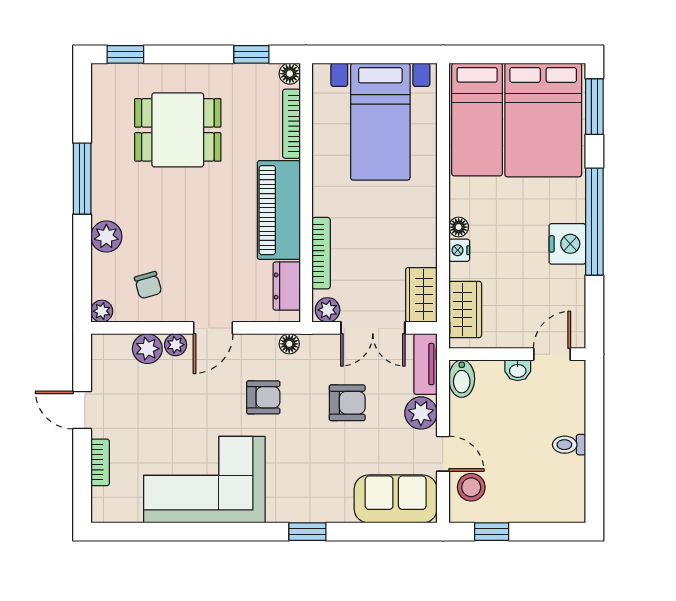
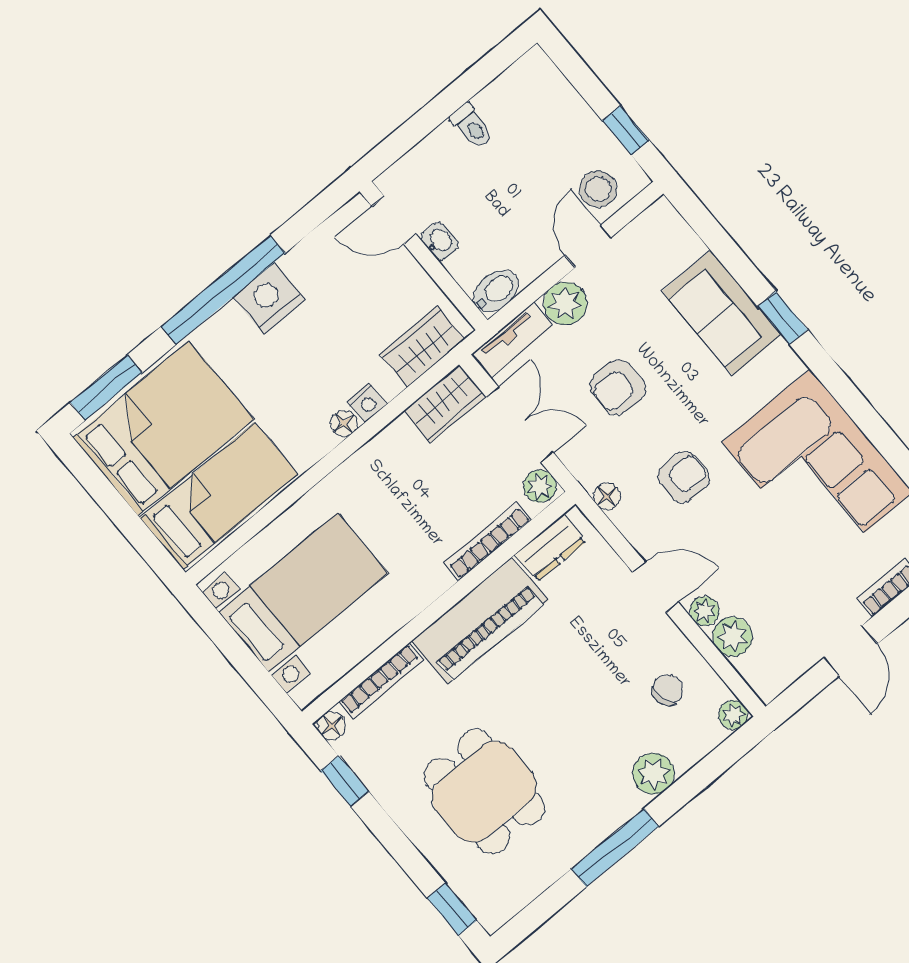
armchair: (263, 397) -> (683, 477), turned 90
armchair: (347, 403) -> (618, 387), turned -90
sofa: (396, 499) -> (722, 313), moved

